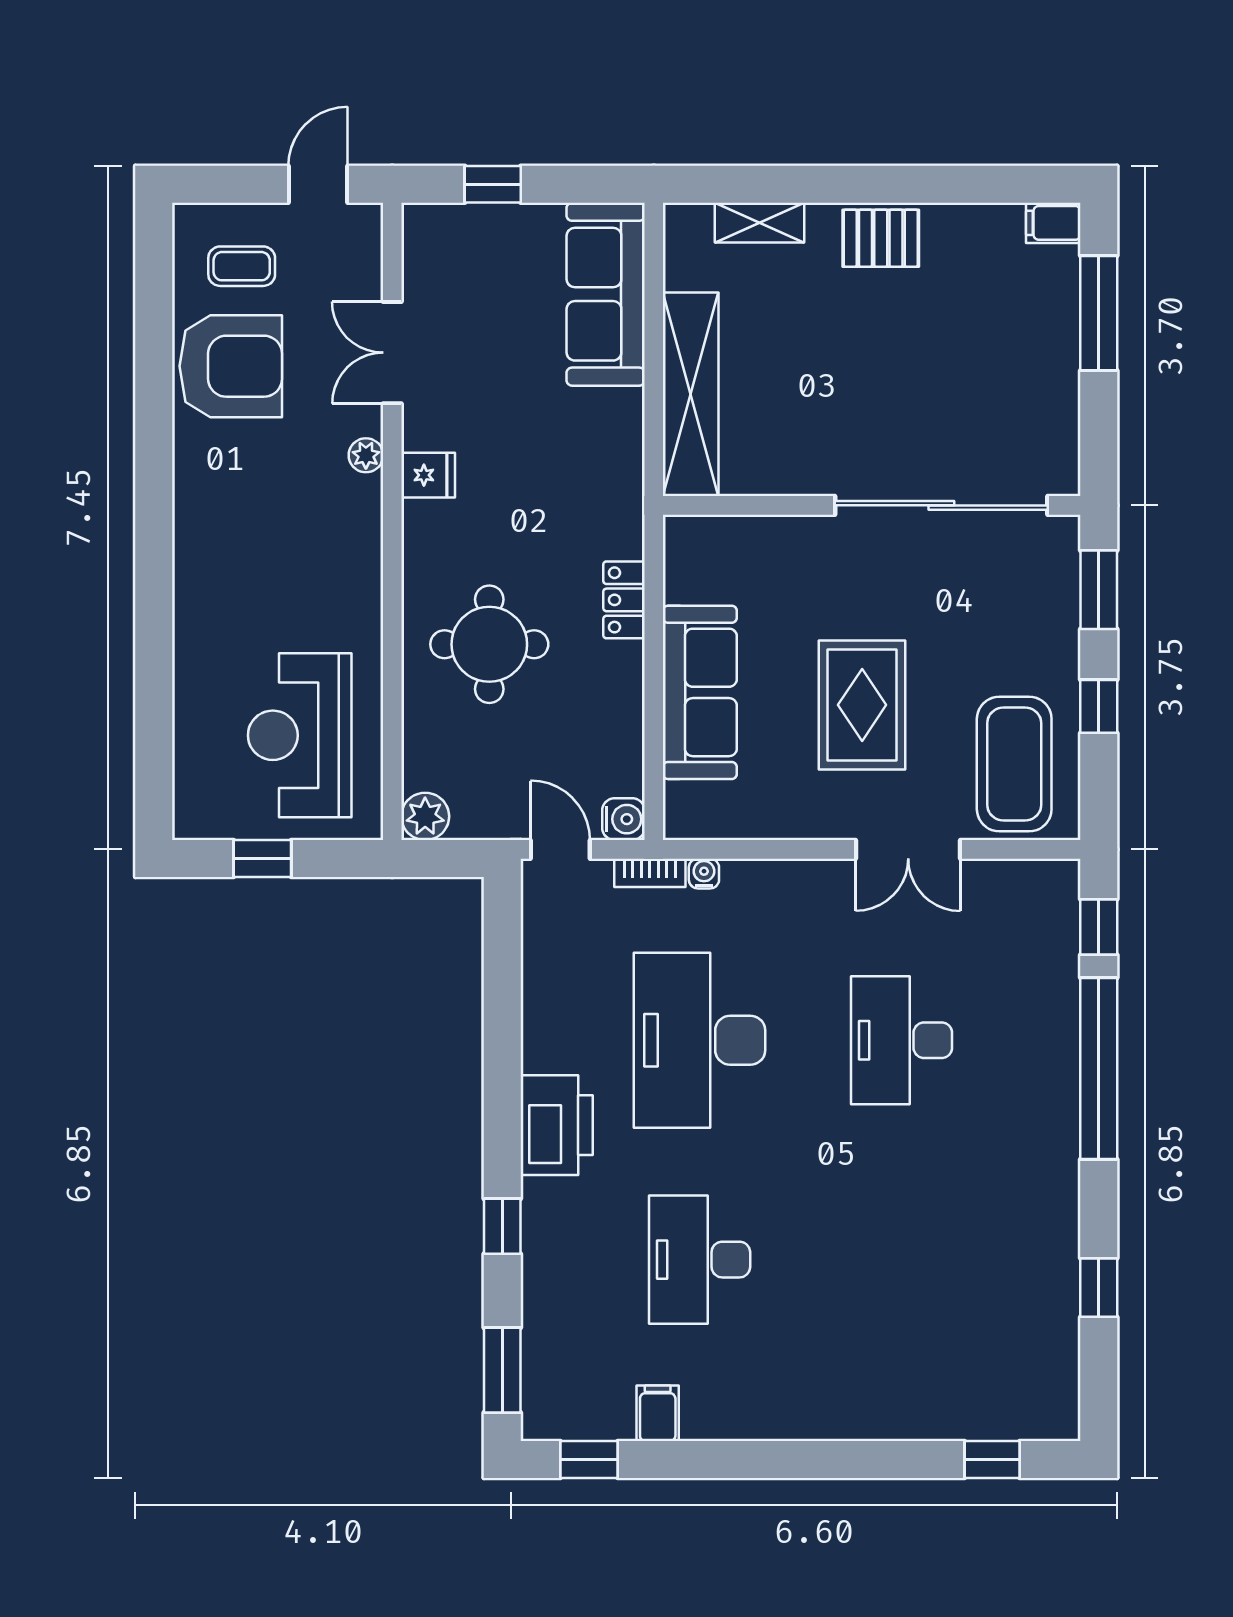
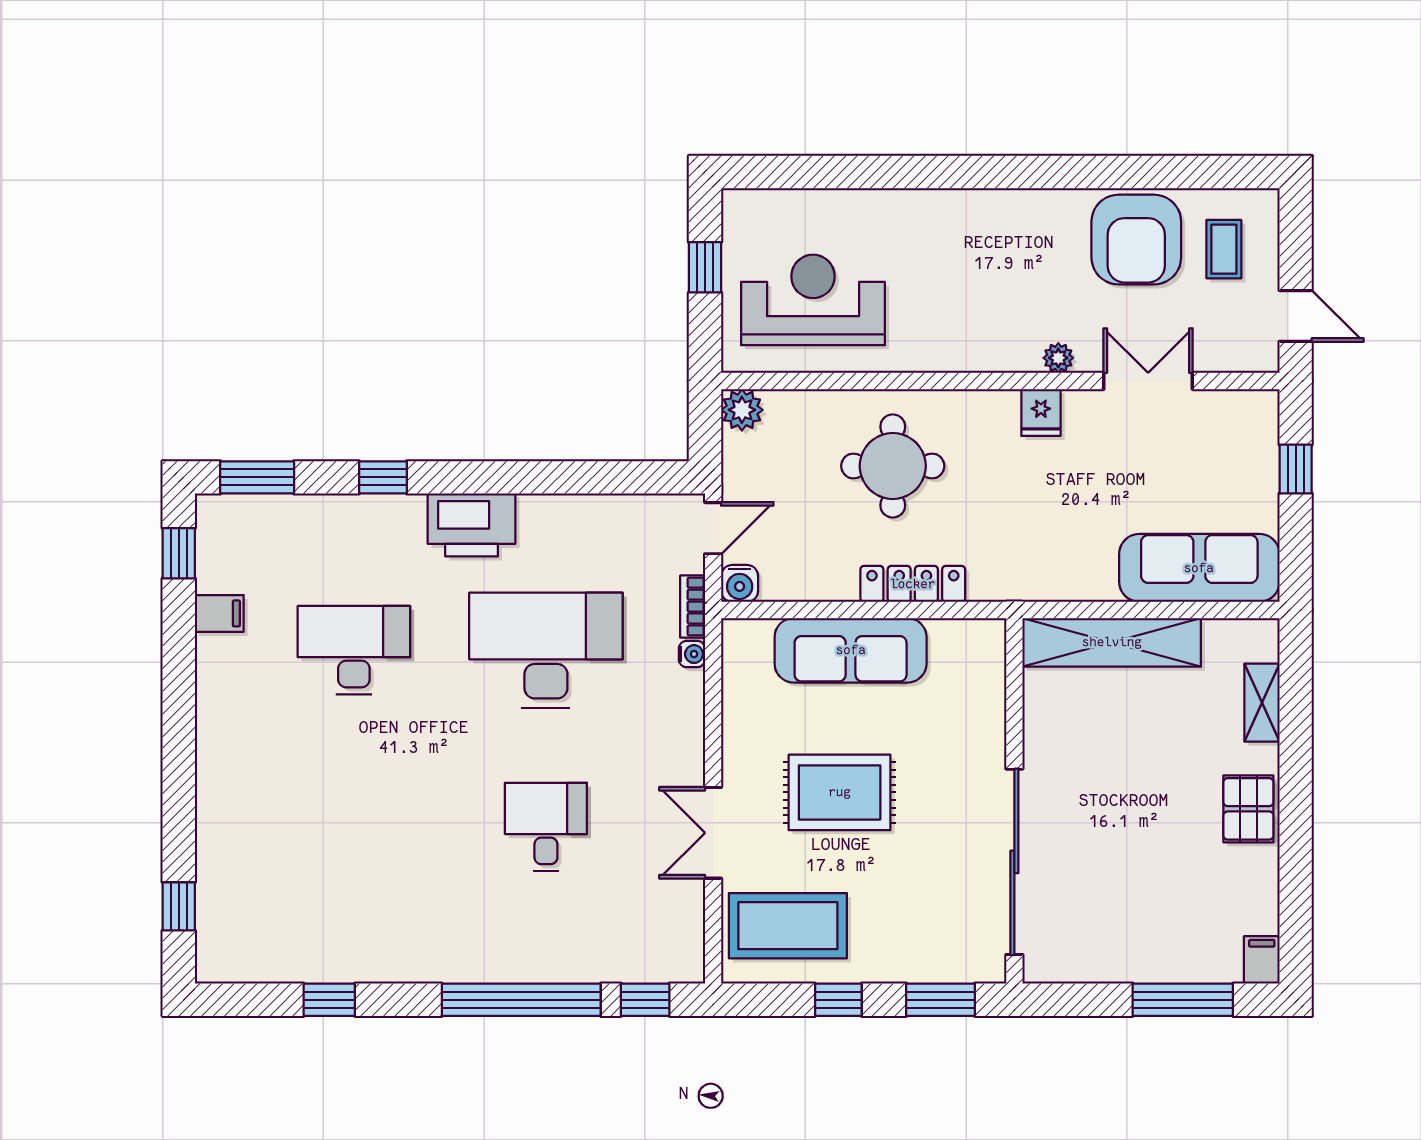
locker: (624, 600) -> (913, 584), width x1.53
desk: (901, 1040) -> (546, 827), width x0.73

